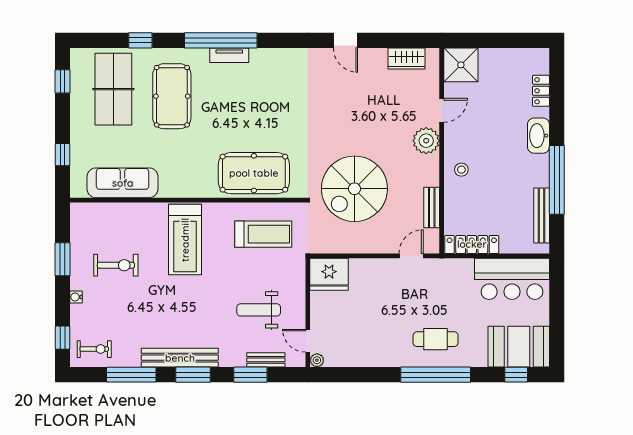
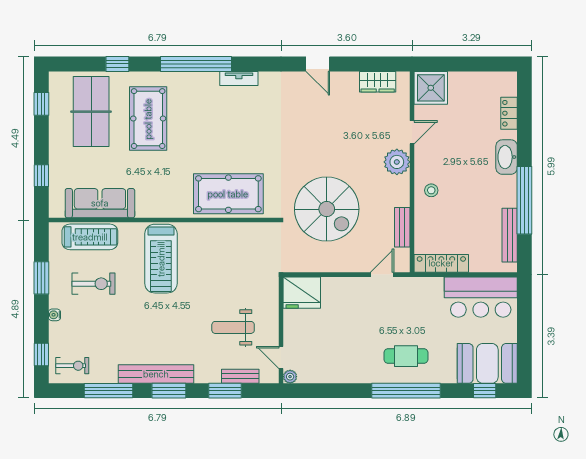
tv unit: (229, 55) -> (239, 78), moved
spiral stairs: (354, 189) -> (327, 209), turned -90
treadmill: (263, 234) -> (90, 237), moved

